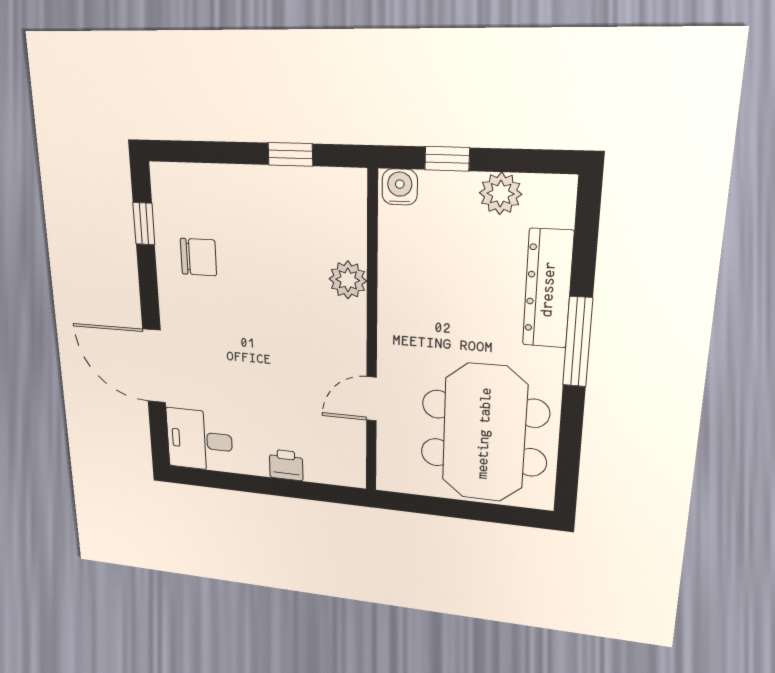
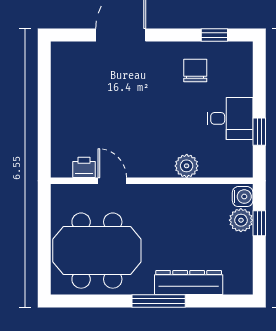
plant: (501, 194) -> (241, 220), moved
chair: (198, 257) -> (195, 70), turned 180
desk: (200, 440) -> (230, 118), moved, turned 90
printer: (286, 465) -> (84, 167), moved, turned -90

